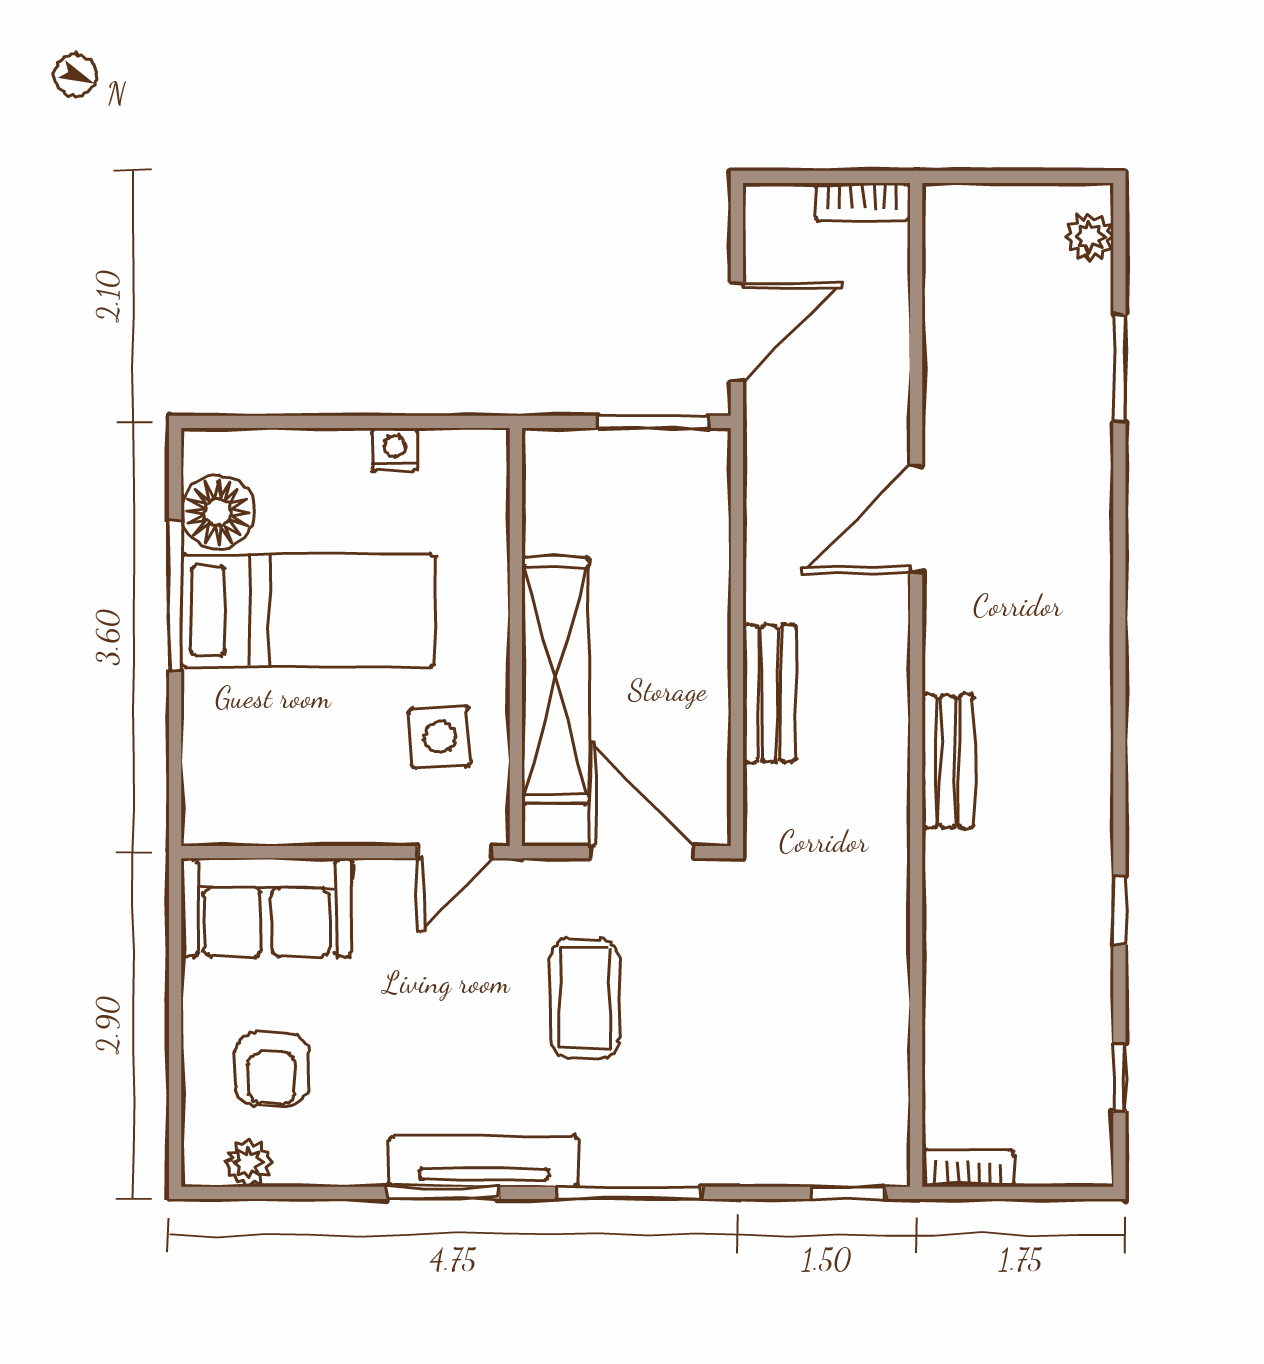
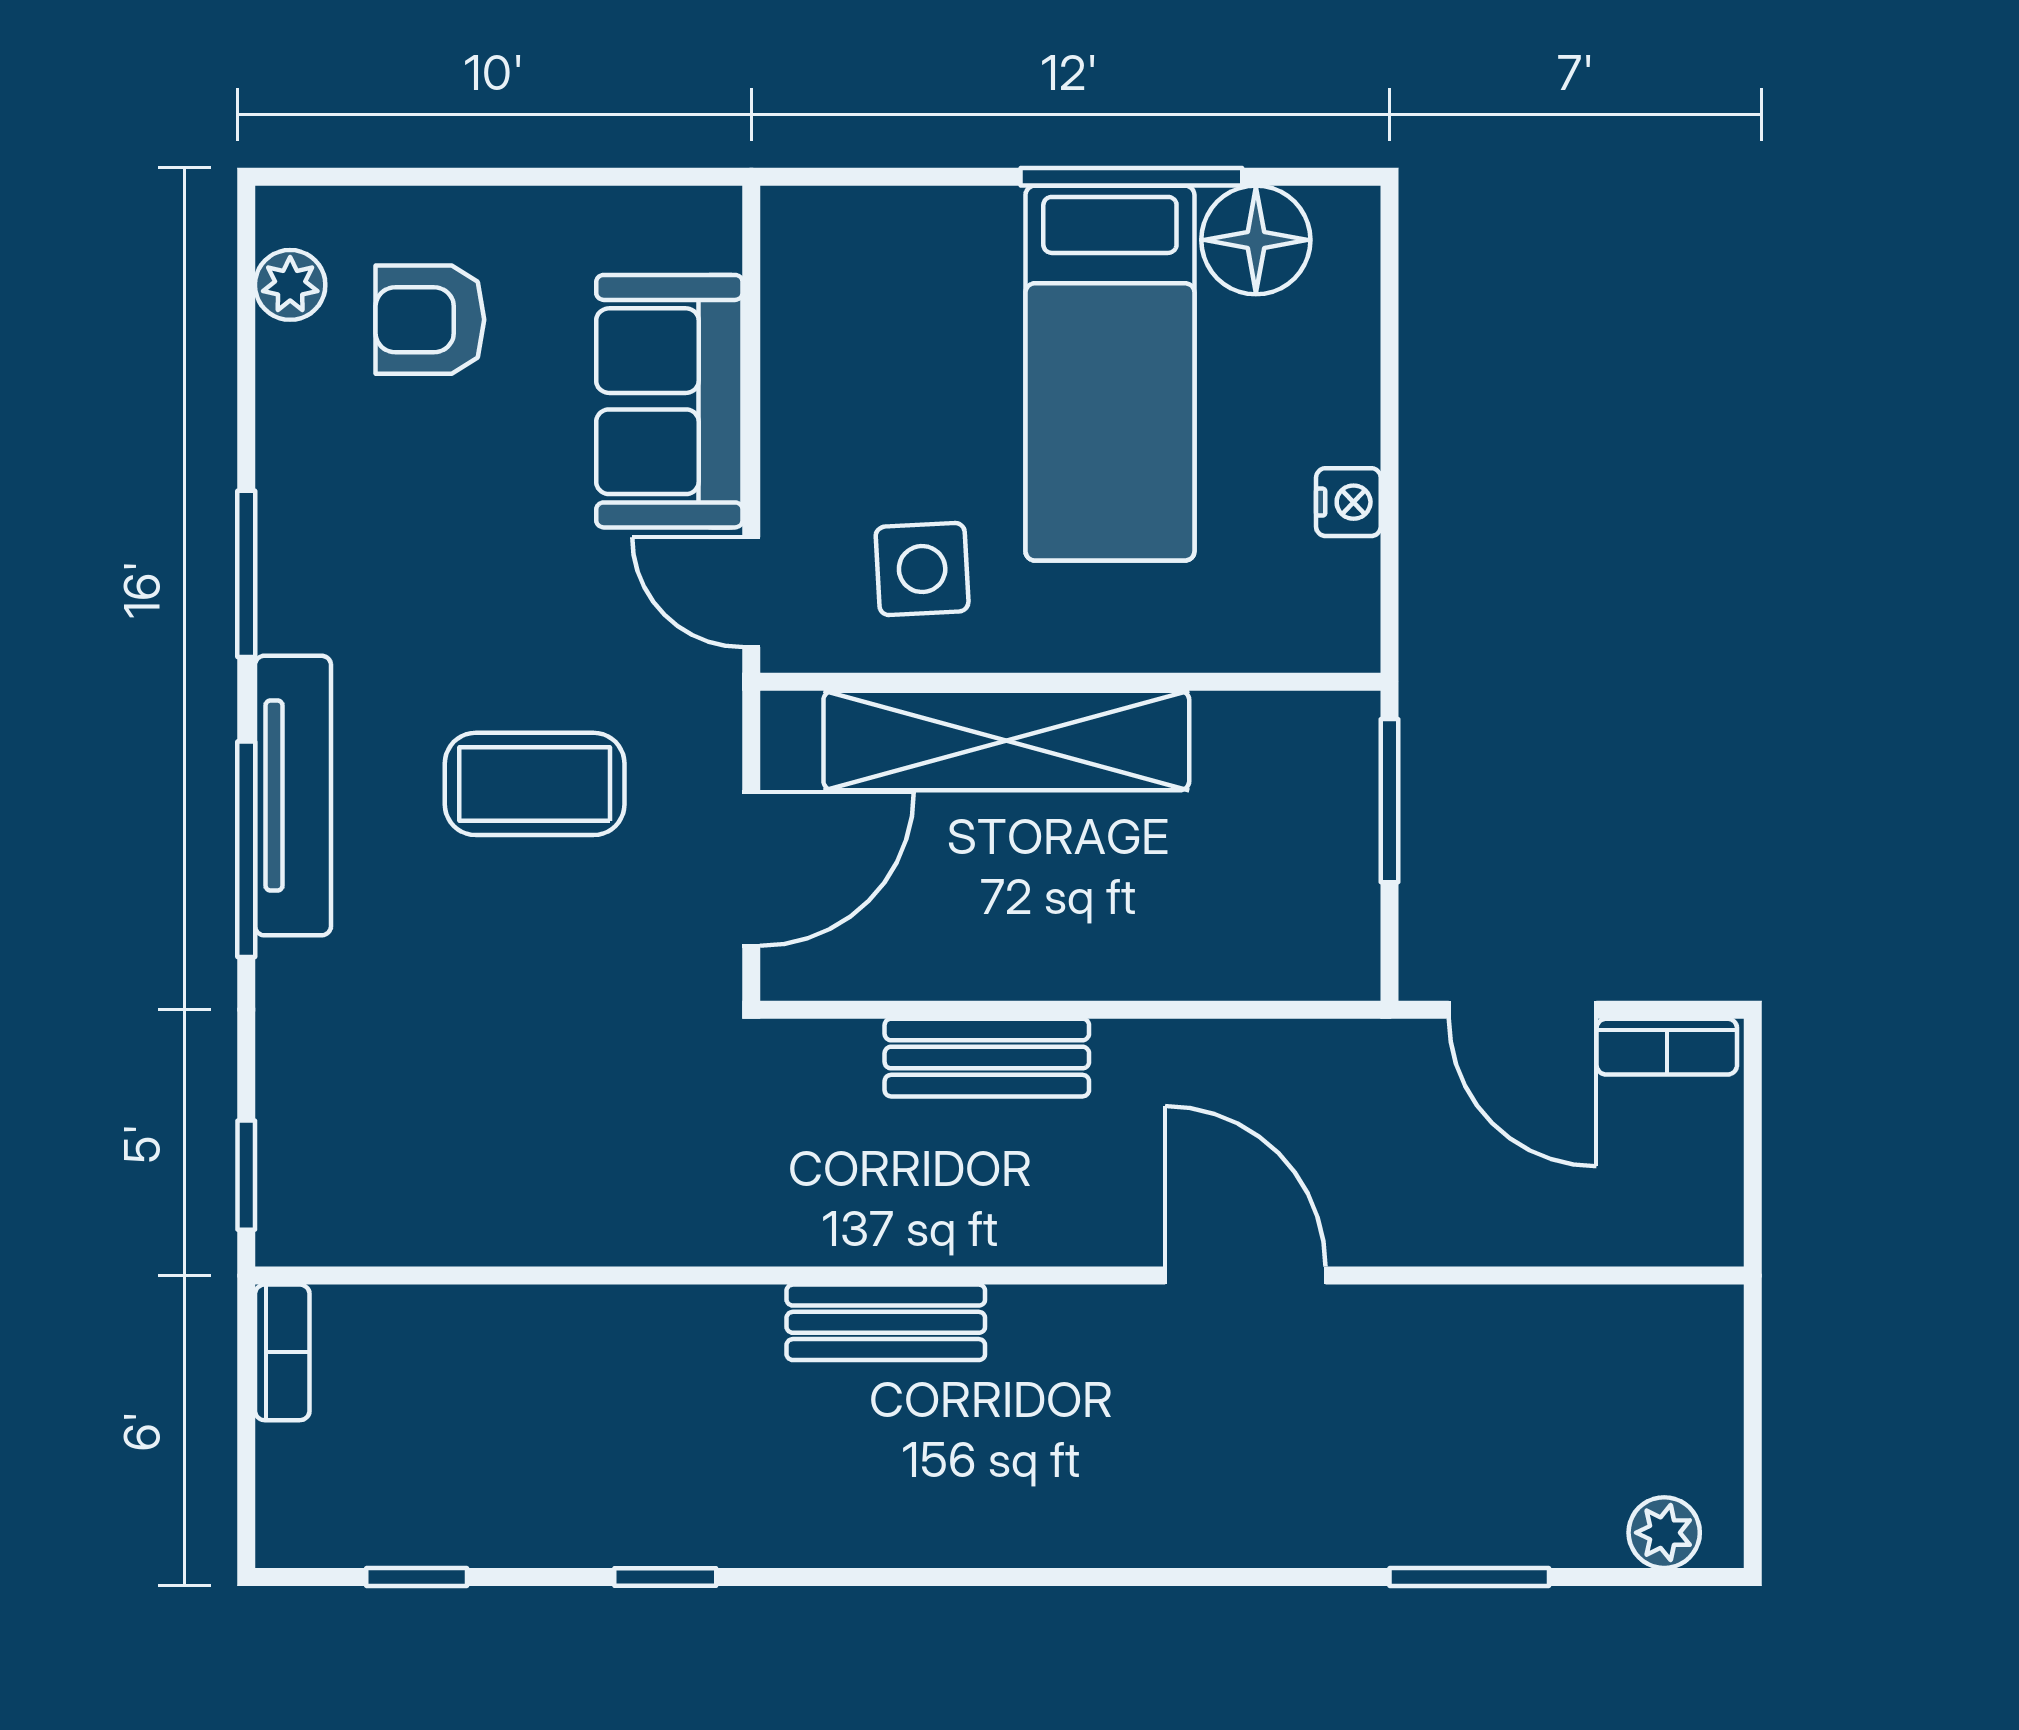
bookcase: (863, 202) -> (1667, 1047), moved, turned -90
window: (654, 422) -> (1389, 801), moved
sofa: (266, 907) -> (669, 401), moved
tv unit: (484, 1161) -> (293, 796), moved

